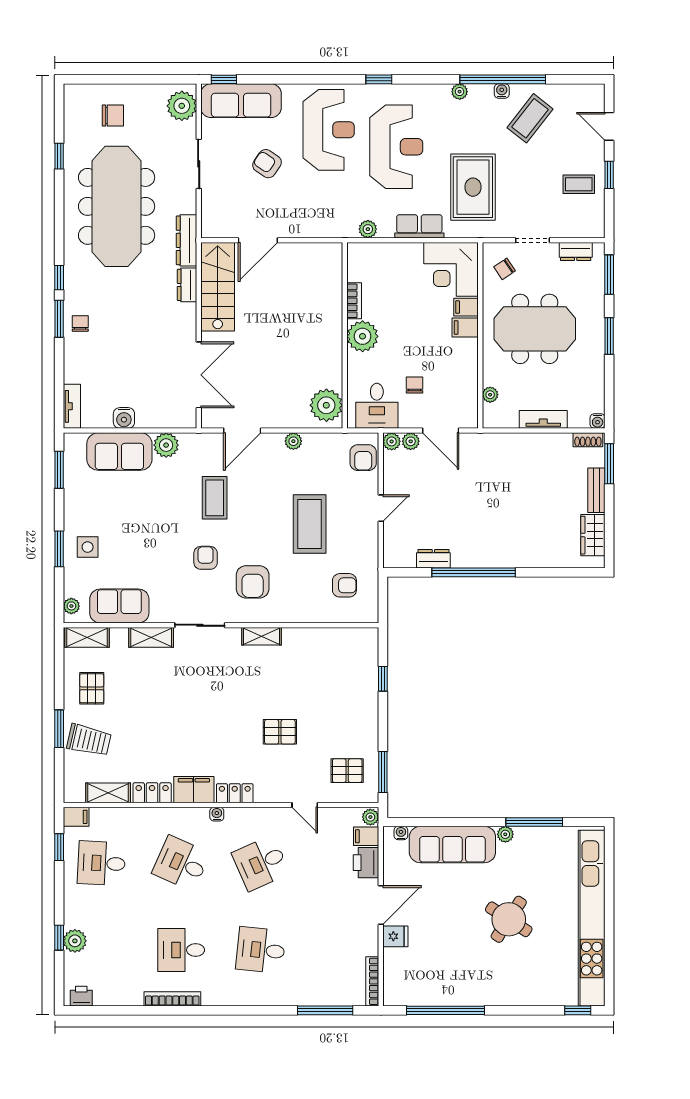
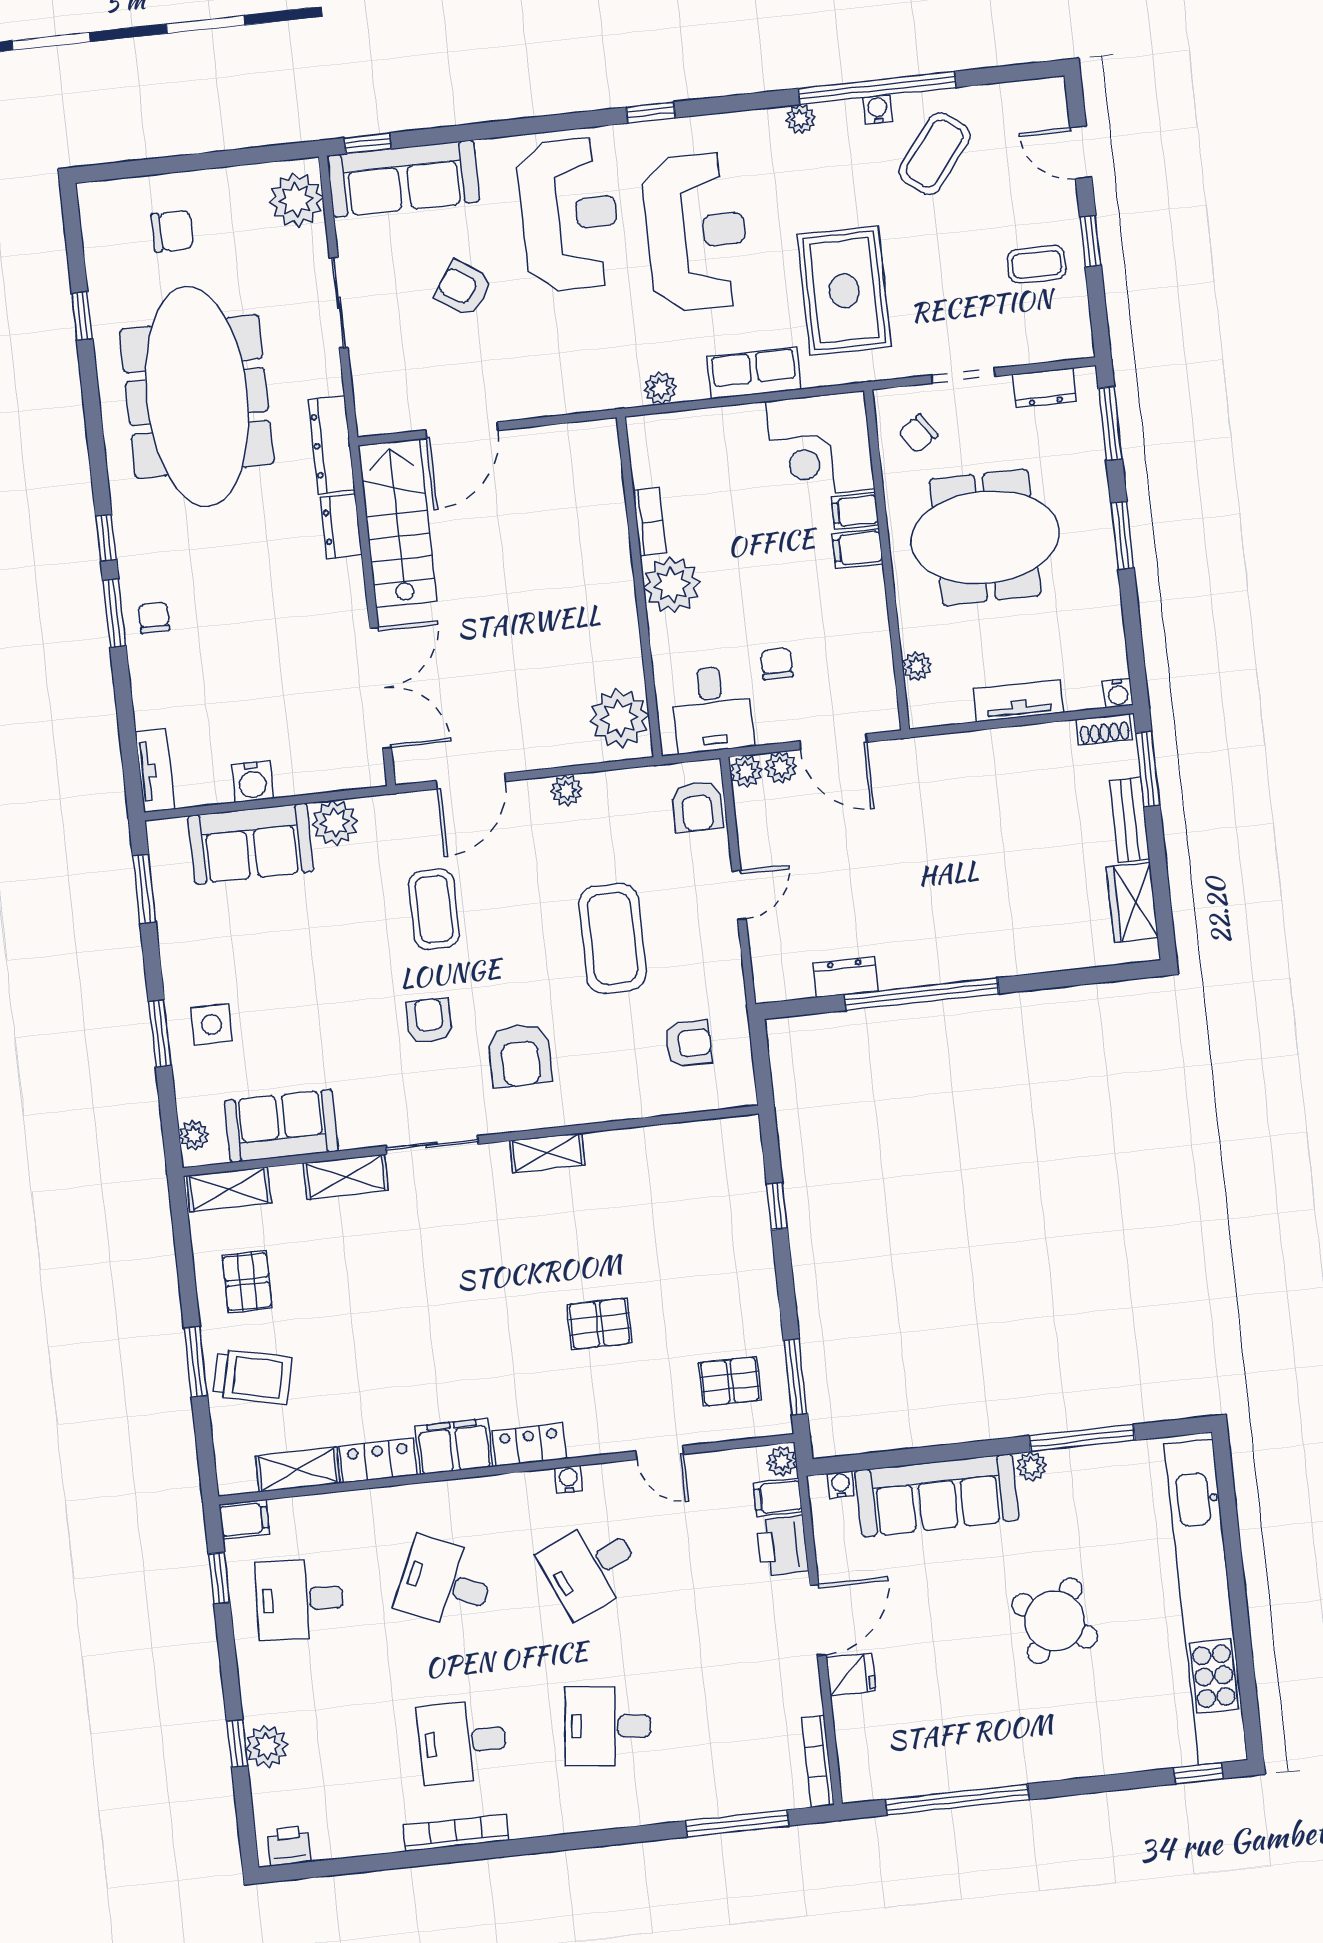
water cooler: (217, 814) -> (568, 1479), moved

